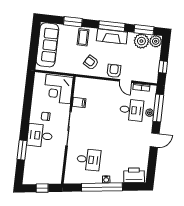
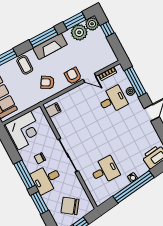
window: (163, 67) -> (107, 29), moved
corner desk: (58, 89) -> (24, 130), moved, turned -90
filing cabinet: (79, 102) -> (53, 110), moved
window: (25, 121) -> (25, 175), added
chair: (44, 168) -> (70, 206), added

